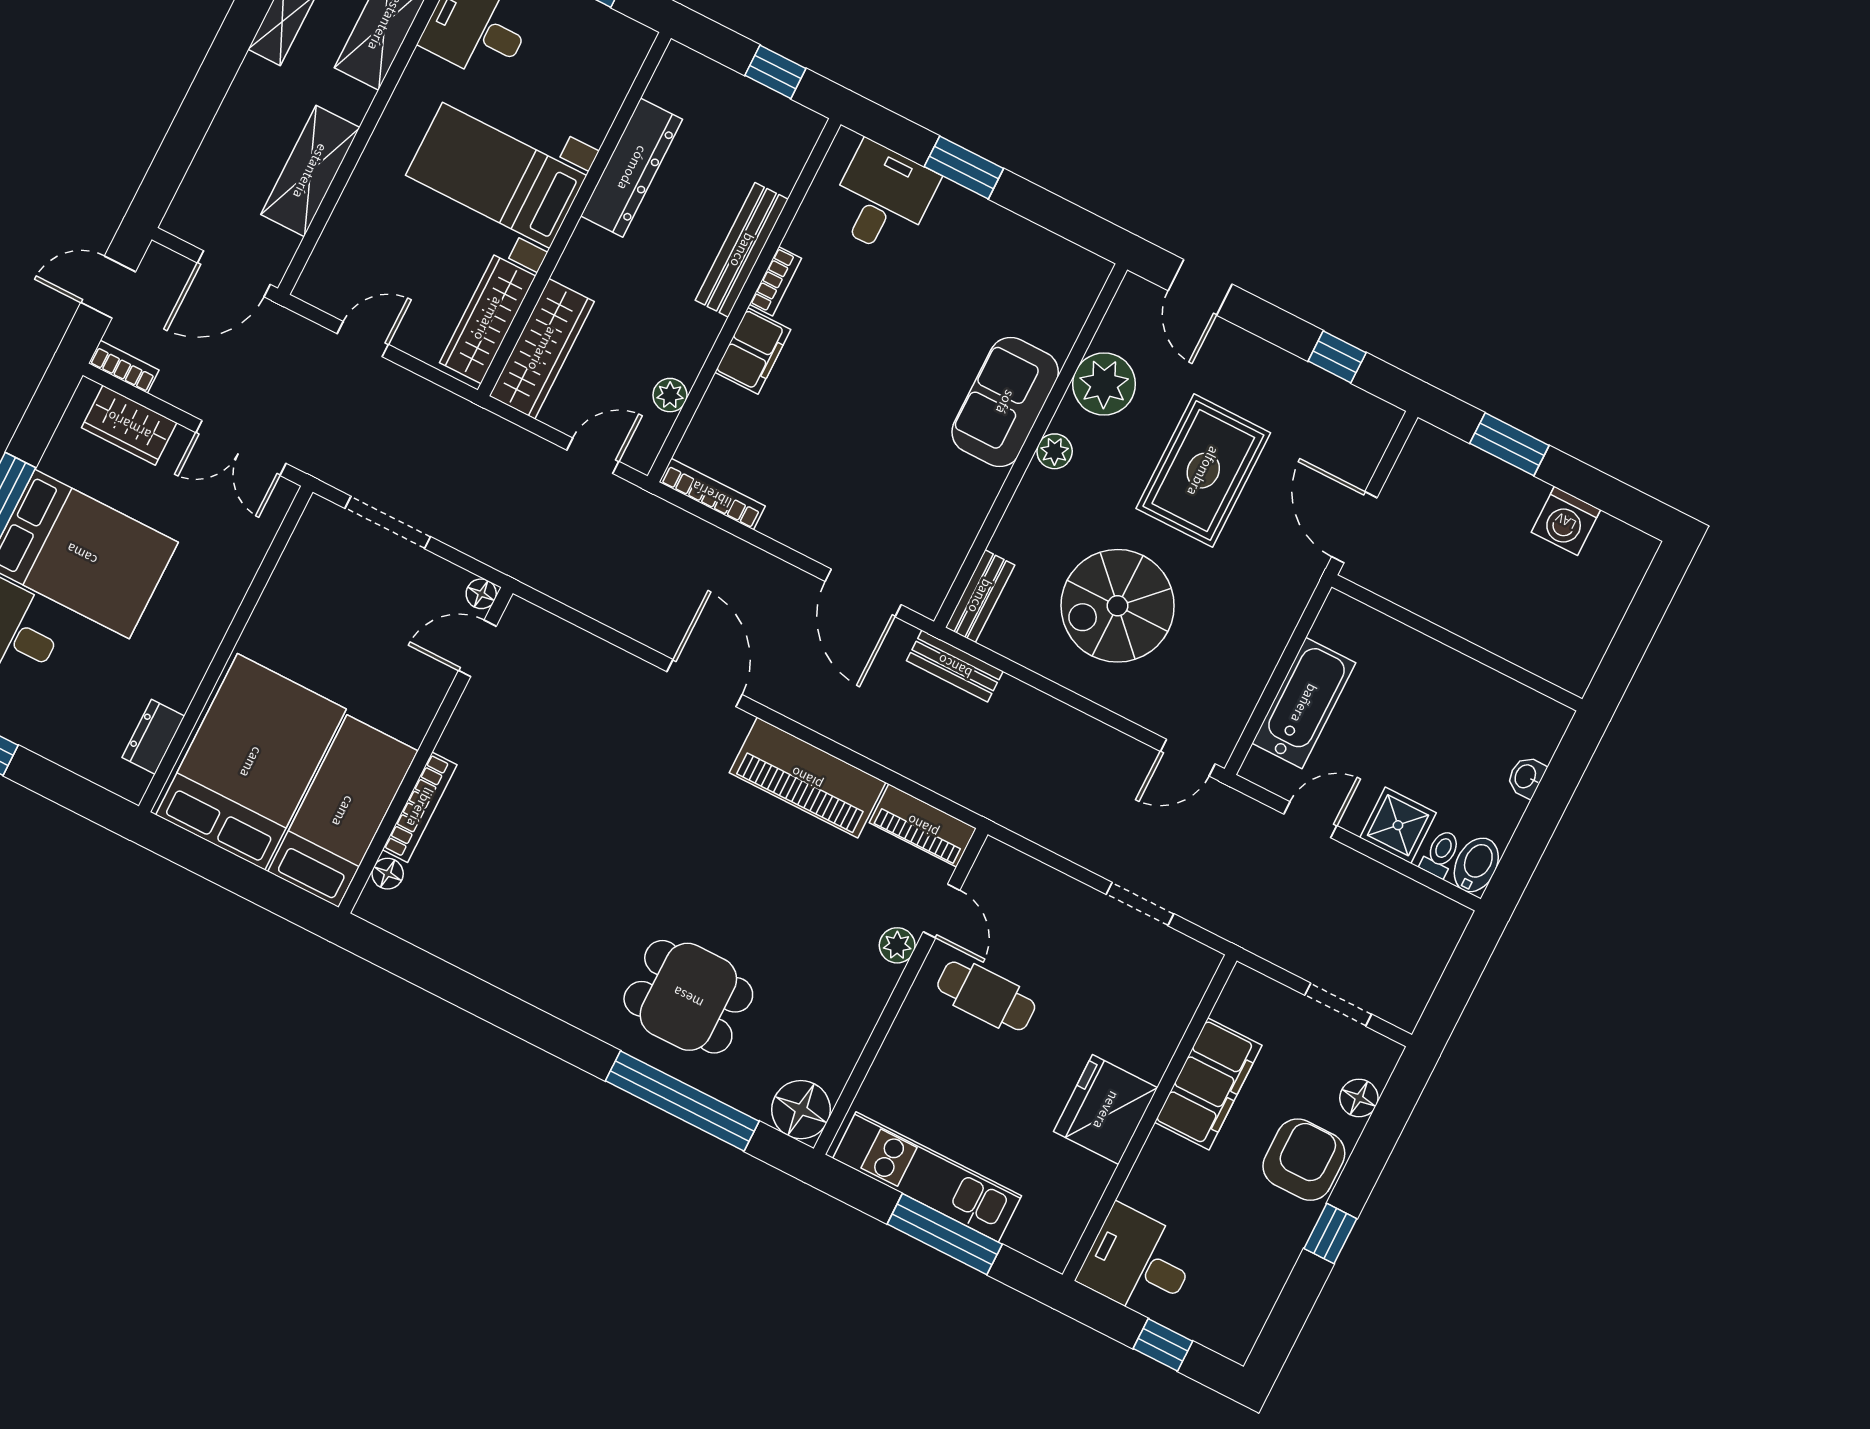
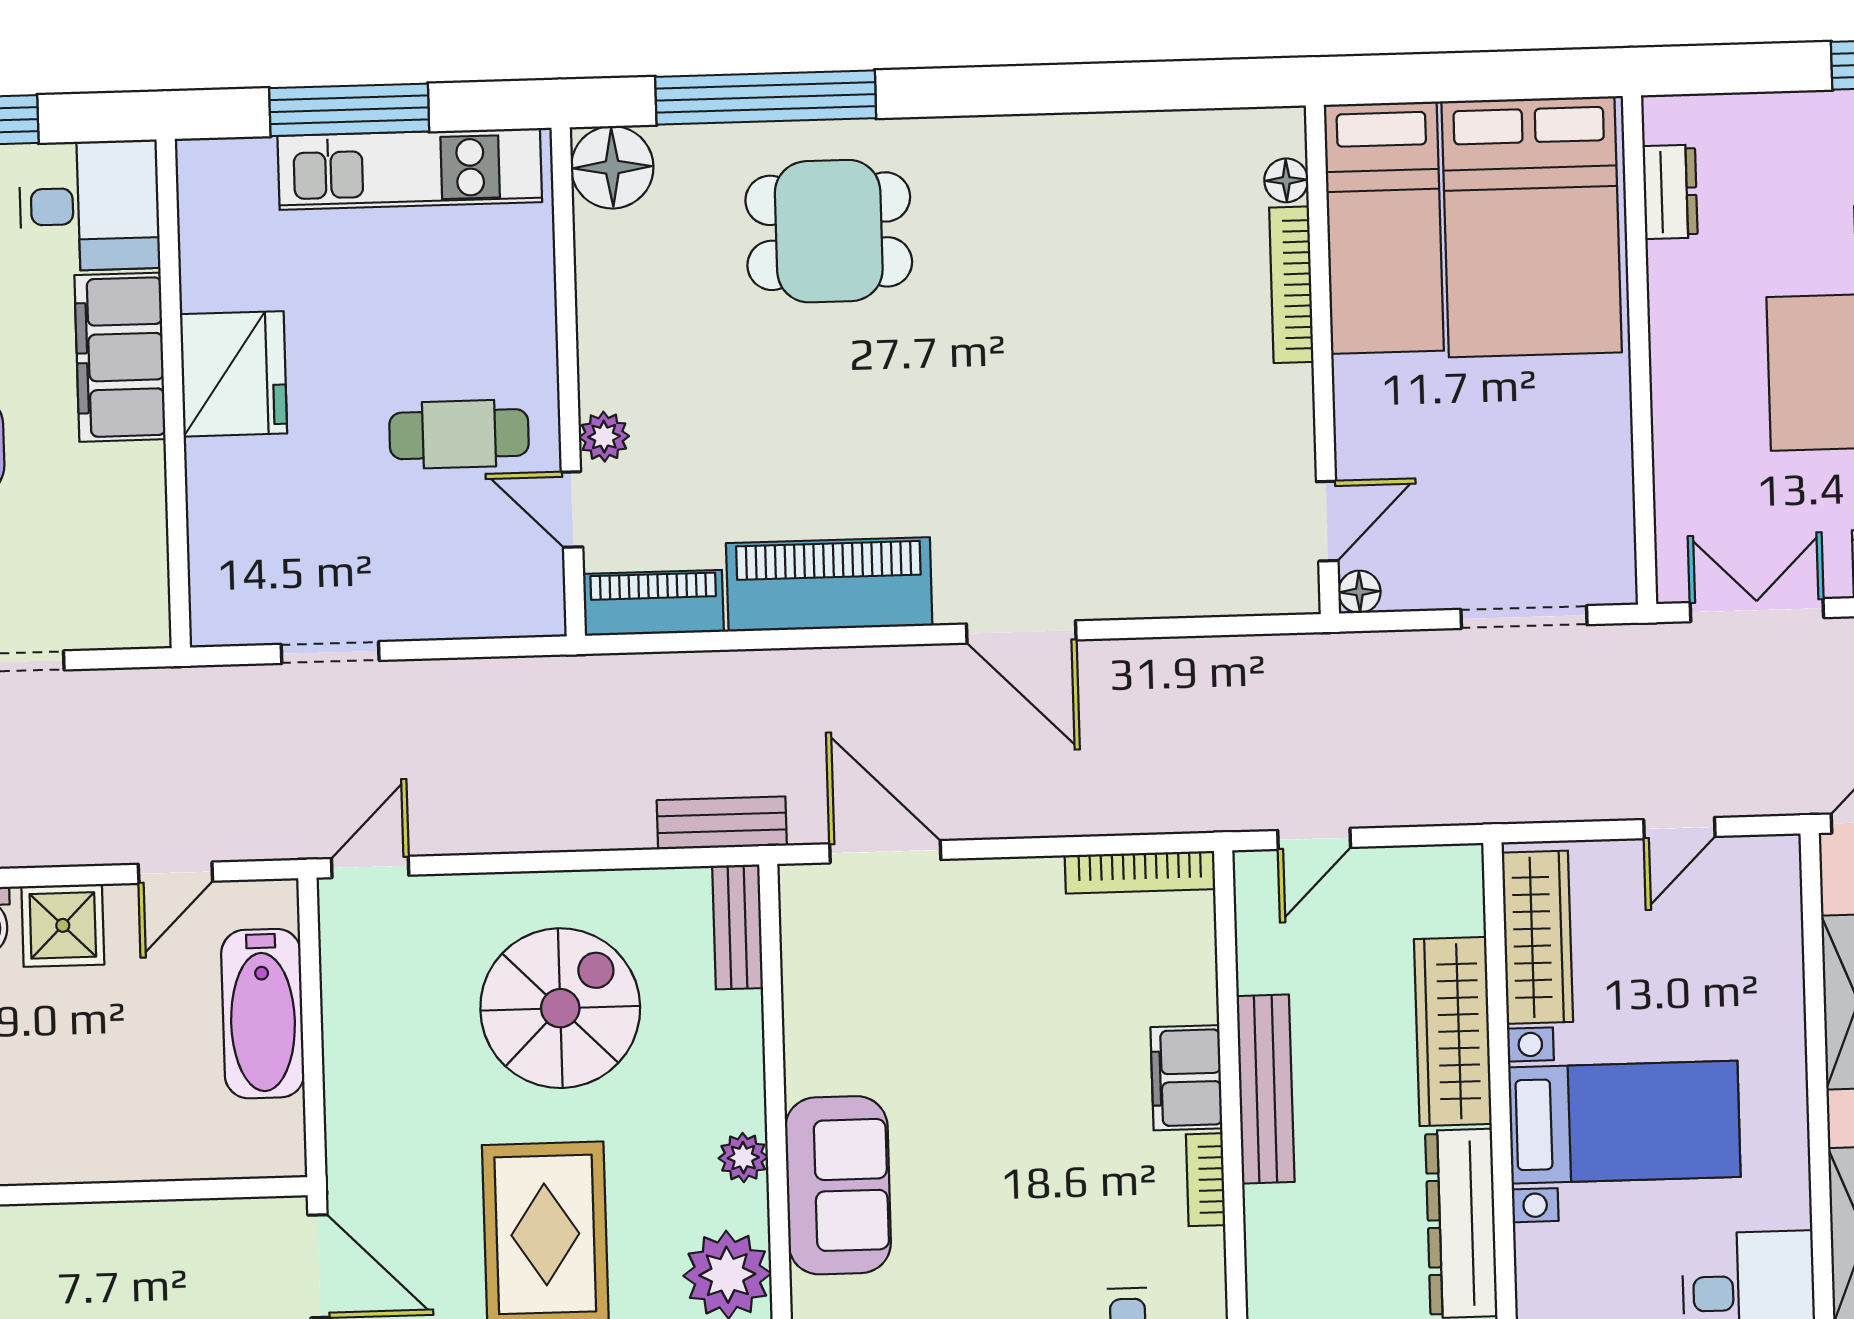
bench: (742, 250) -> (1265, 1089), moved
wardrobe: (542, 349) -> (1453, 1031), moved
plant: (670, 395) -> (1259, 967), removed
filing cabinet: (1208, 1084) -> (120, 357), moved

